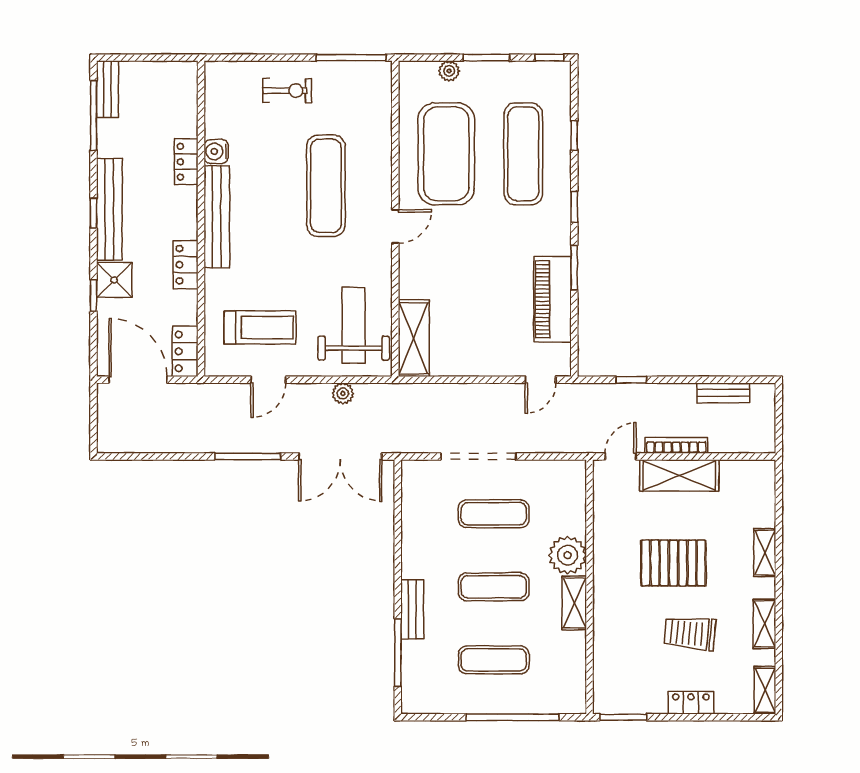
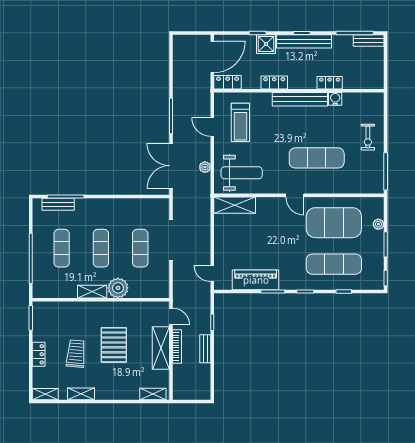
bench: (723, 393) -> (205, 349), moved
shelving: (765, 553) -> (153, 394), moved
bench: (412, 609) -> (58, 204), moved

